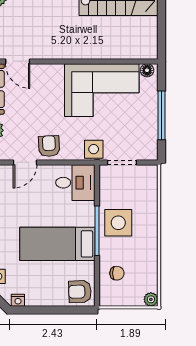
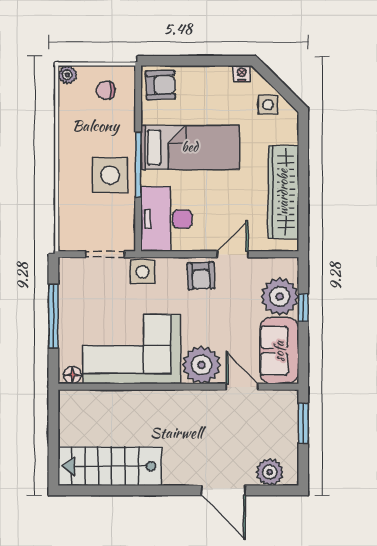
plant: (49, 78) -> (201, 365), added
desk: (75, 183) -> (167, 219), width x1.37
chair: (117, 273) -> (106, 90), moved

